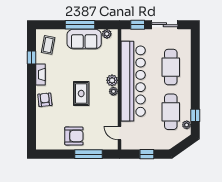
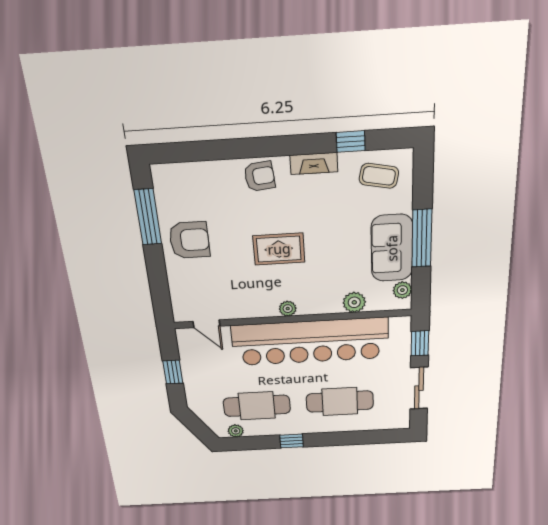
plant: (112, 80) -> (354, 302), moved
window: (195, 115) -> (292, 441), moved
door: (119, 133) -> (206, 324), swing flipped
armchair: (74, 136) -> (189, 240), turned -90
window: (89, 154) -> (148, 217), moved

